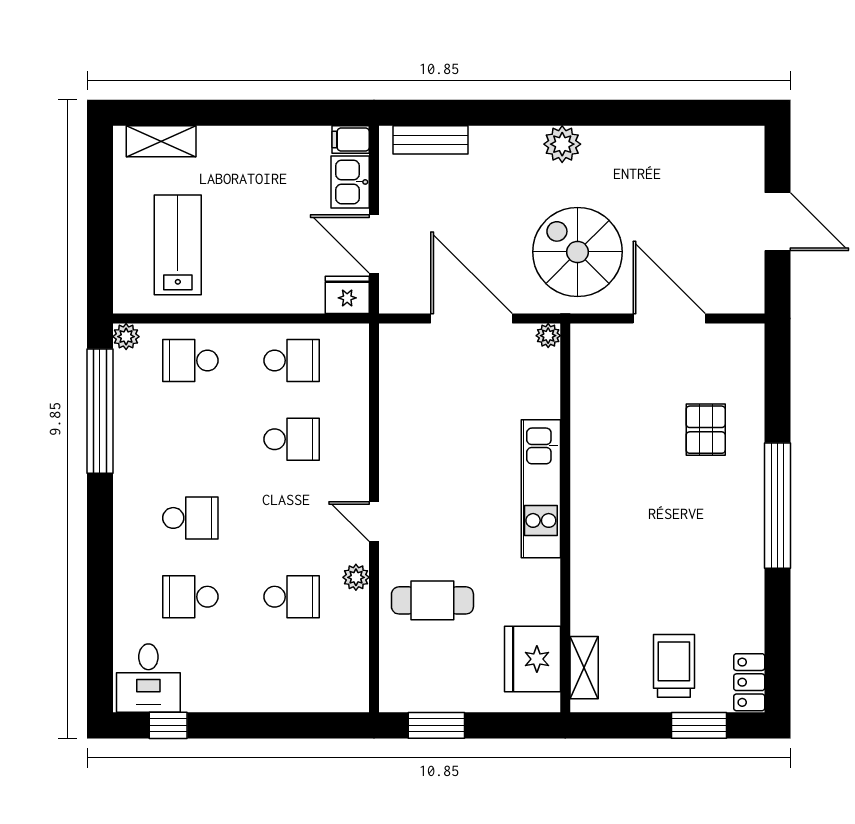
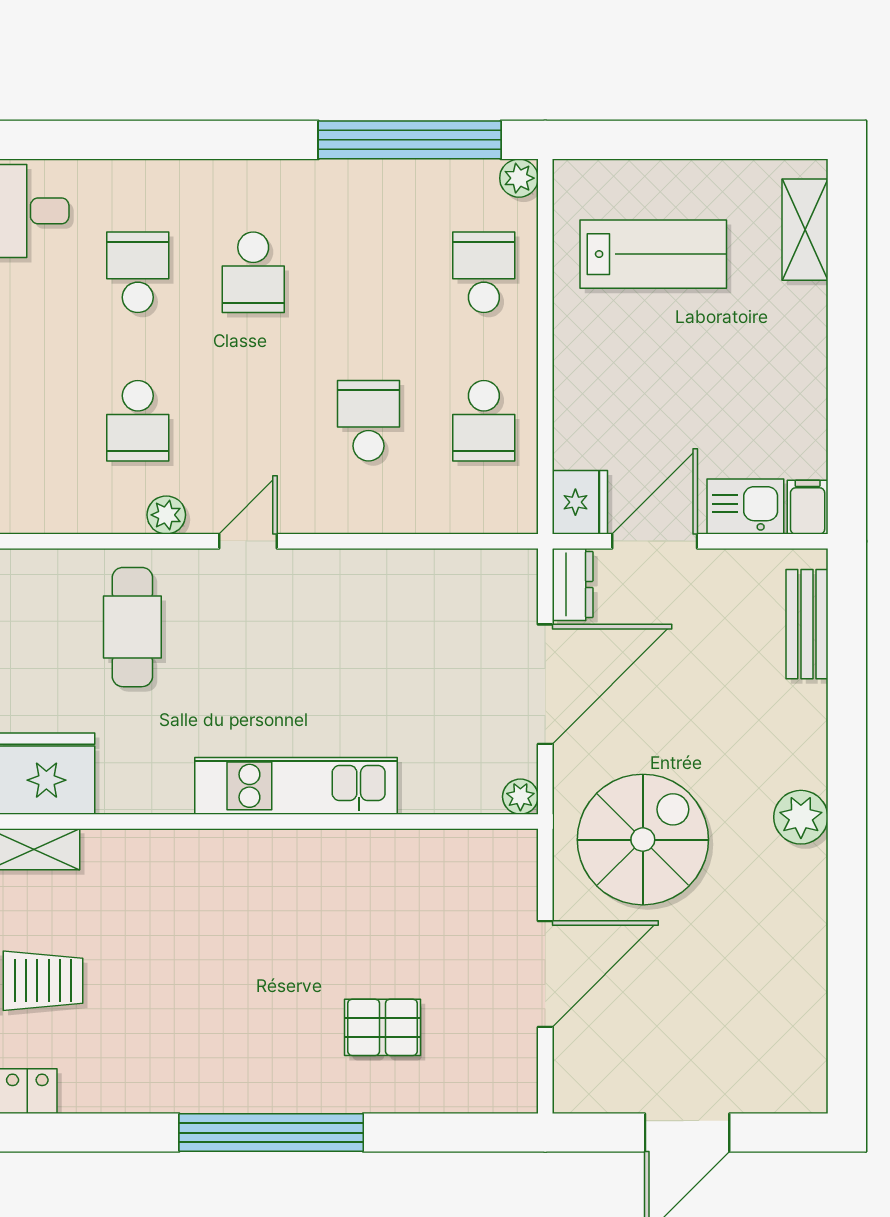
dresser: (403, 300) -> (573, 584), added
school desk: (292, 439) -> (369, 421), turned 180

